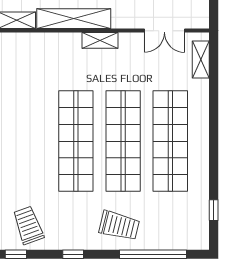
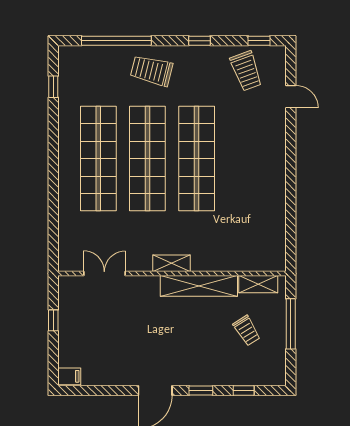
shelving: (201, 59) -> (67, 244), removed

